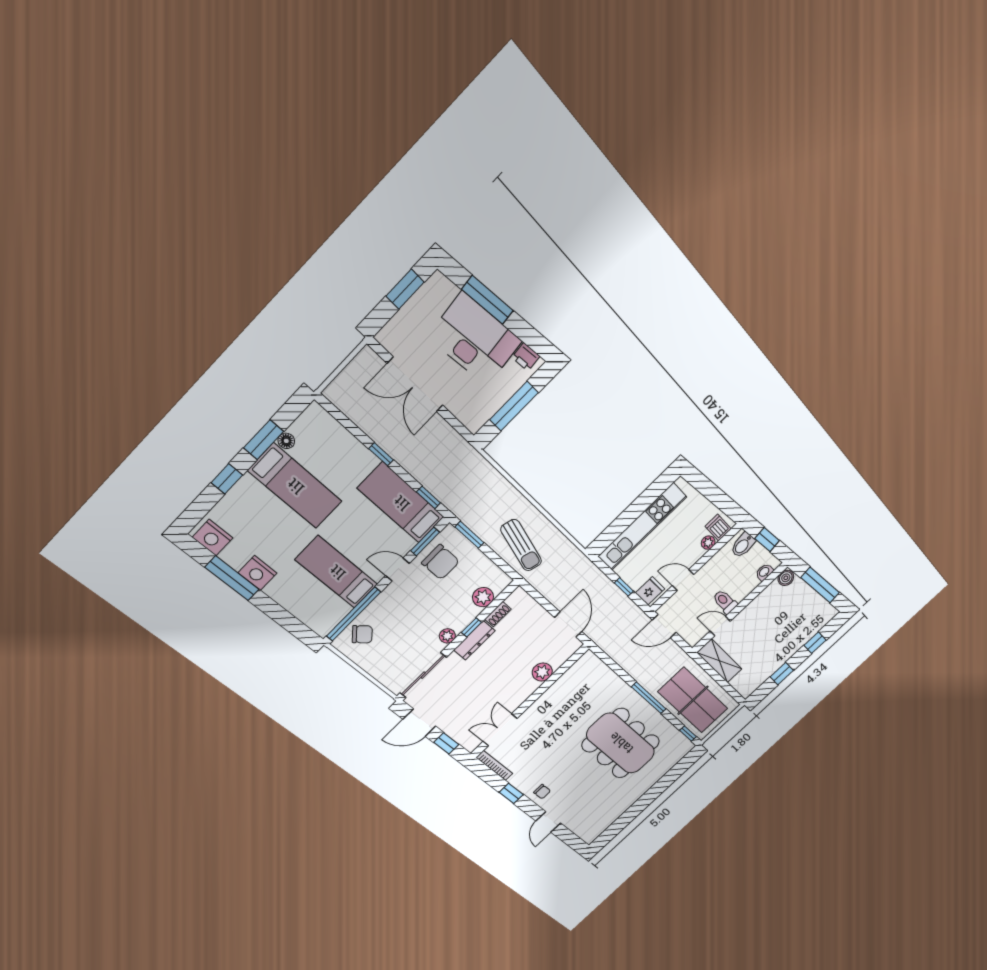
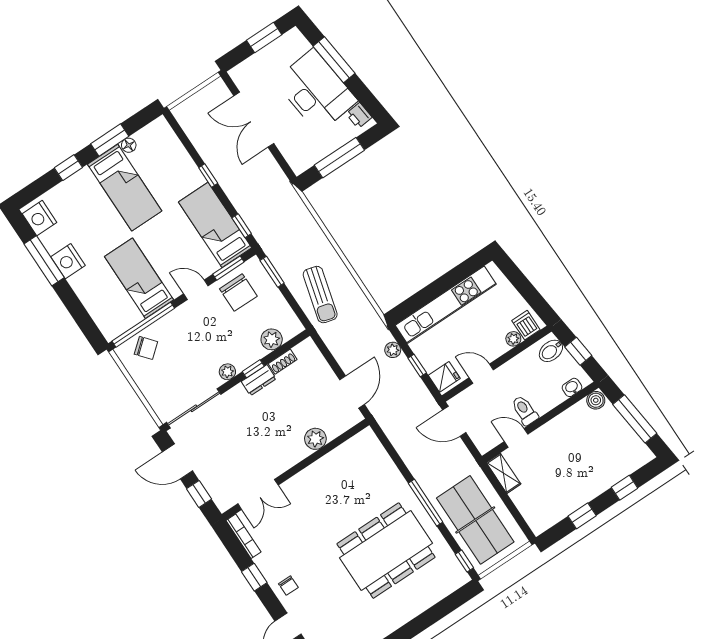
plant: (599, 579) -> (393, 350), added
dresser: (474, 640) -> (259, 380), width x0.70
shelving: (719, 661) -> (504, 473), width x0.67, depth x0.75
double door: (500, 730) -> (258, 494), swing flipped
dining table: (621, 743) -> (386, 551), turned 90

